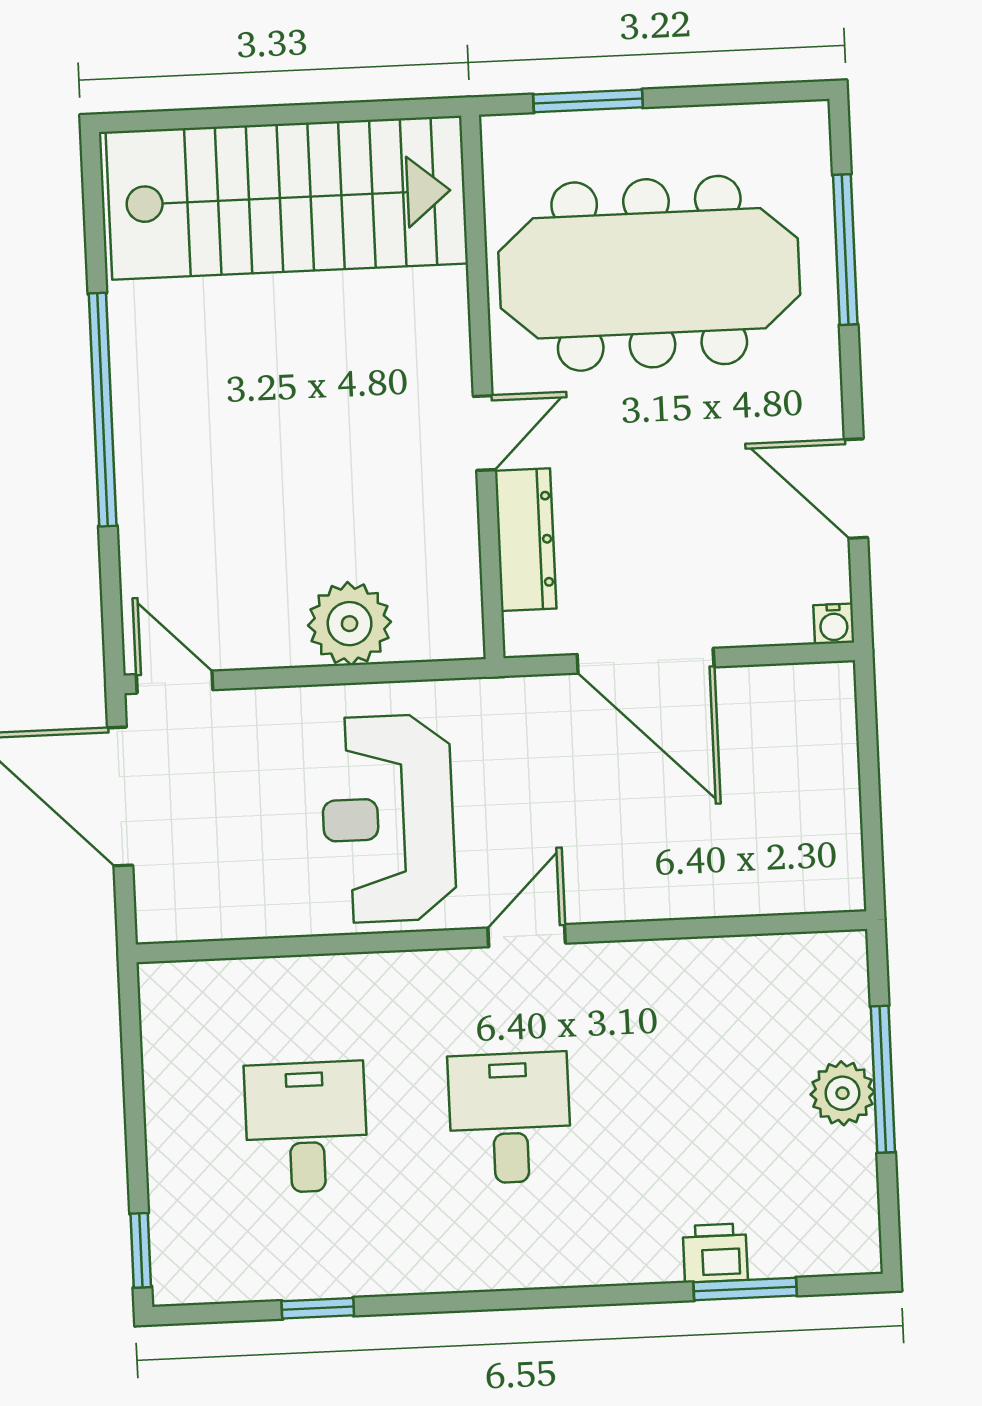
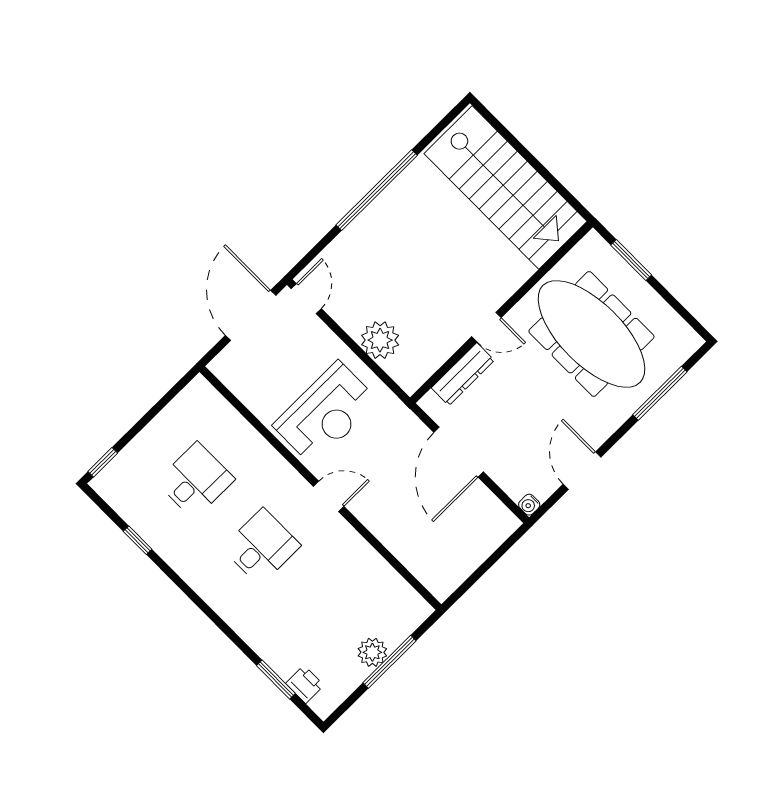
reception desk: (388, 819) -> (326, 413), turned 180
printer: (715, 1253) -> (305, 684), moved

